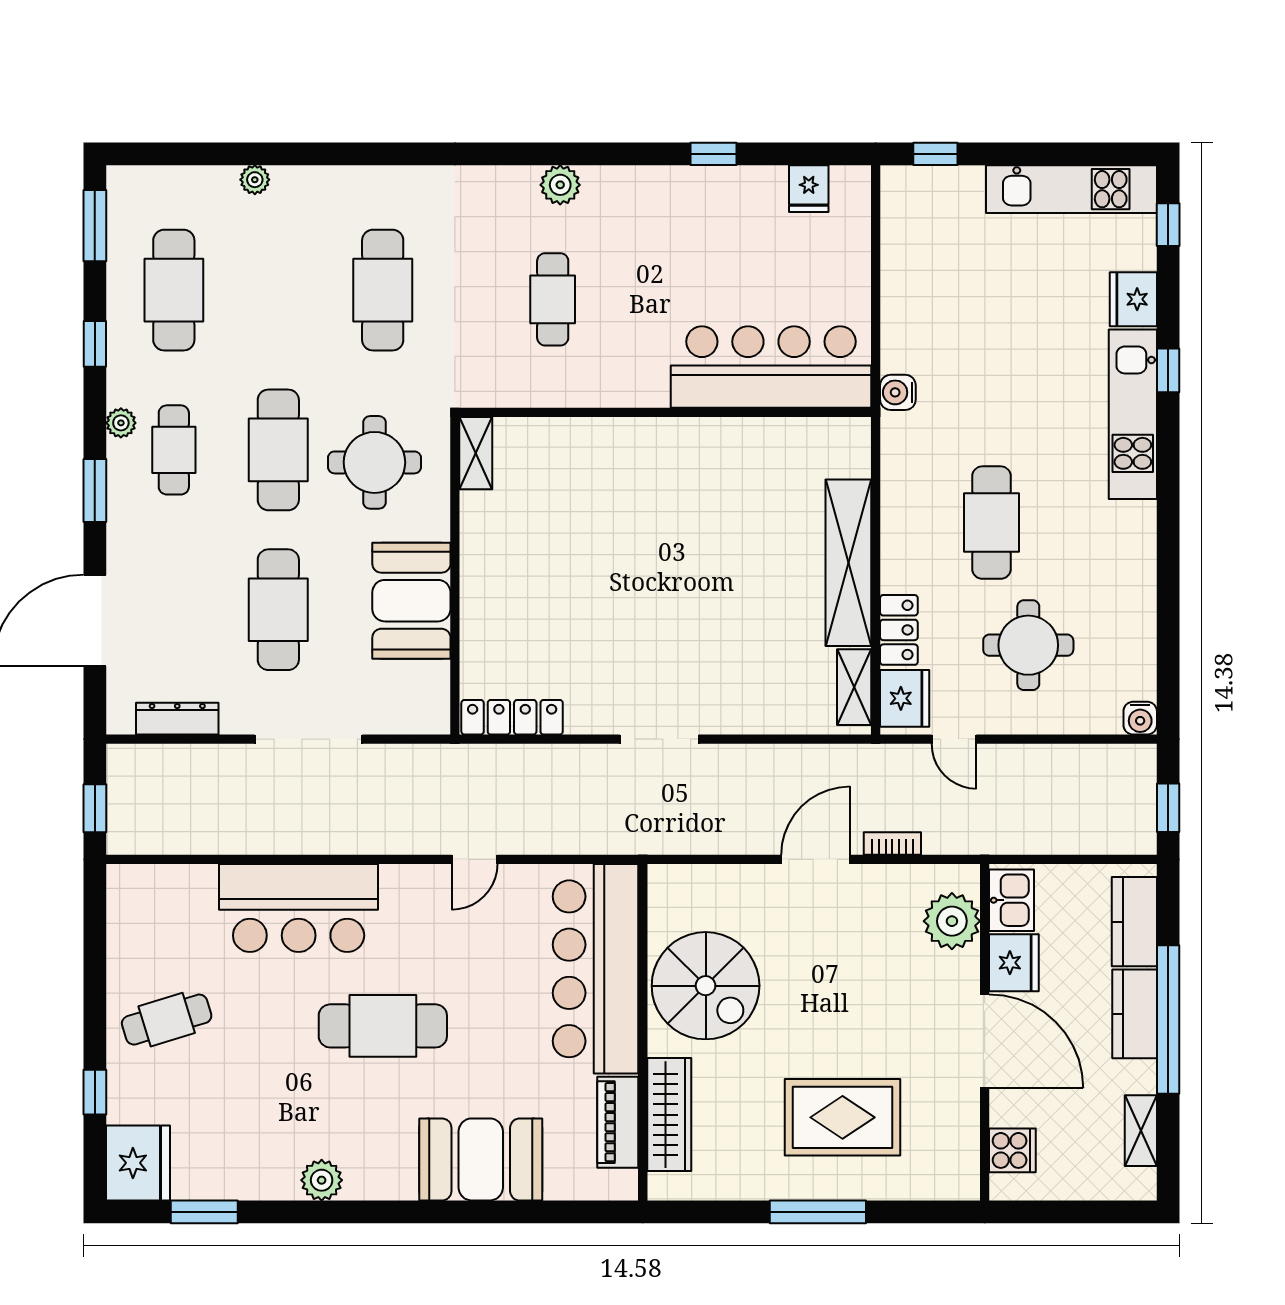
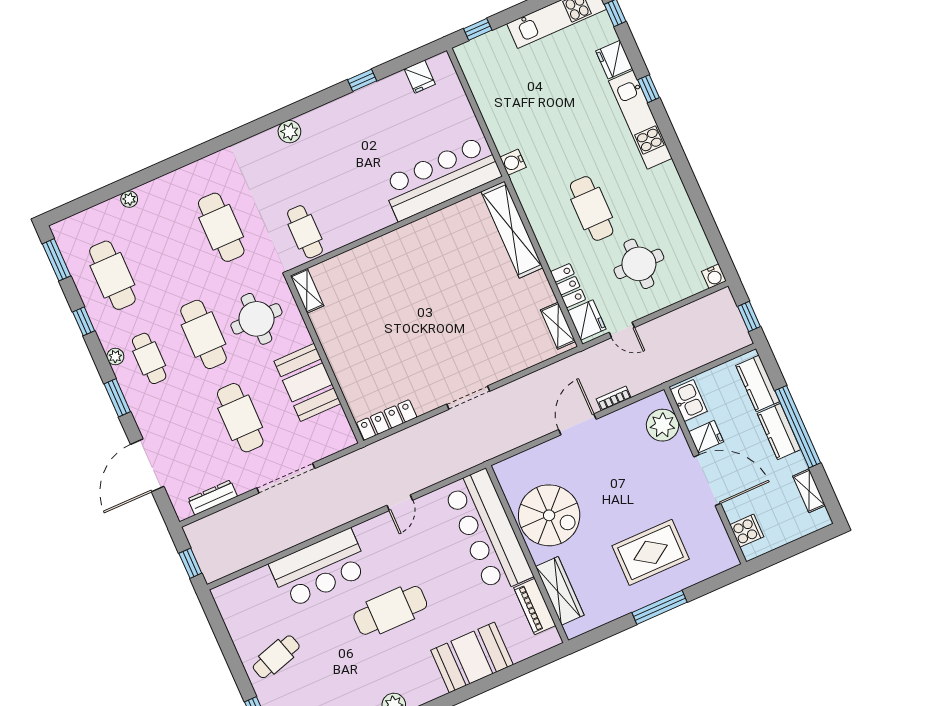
cafe table: (553, 299) -> (305, 232), moved
shelving: (848, 563) -> (512, 230), moved
fridge: (1014, 963) -> (706, 437), width x0.72

